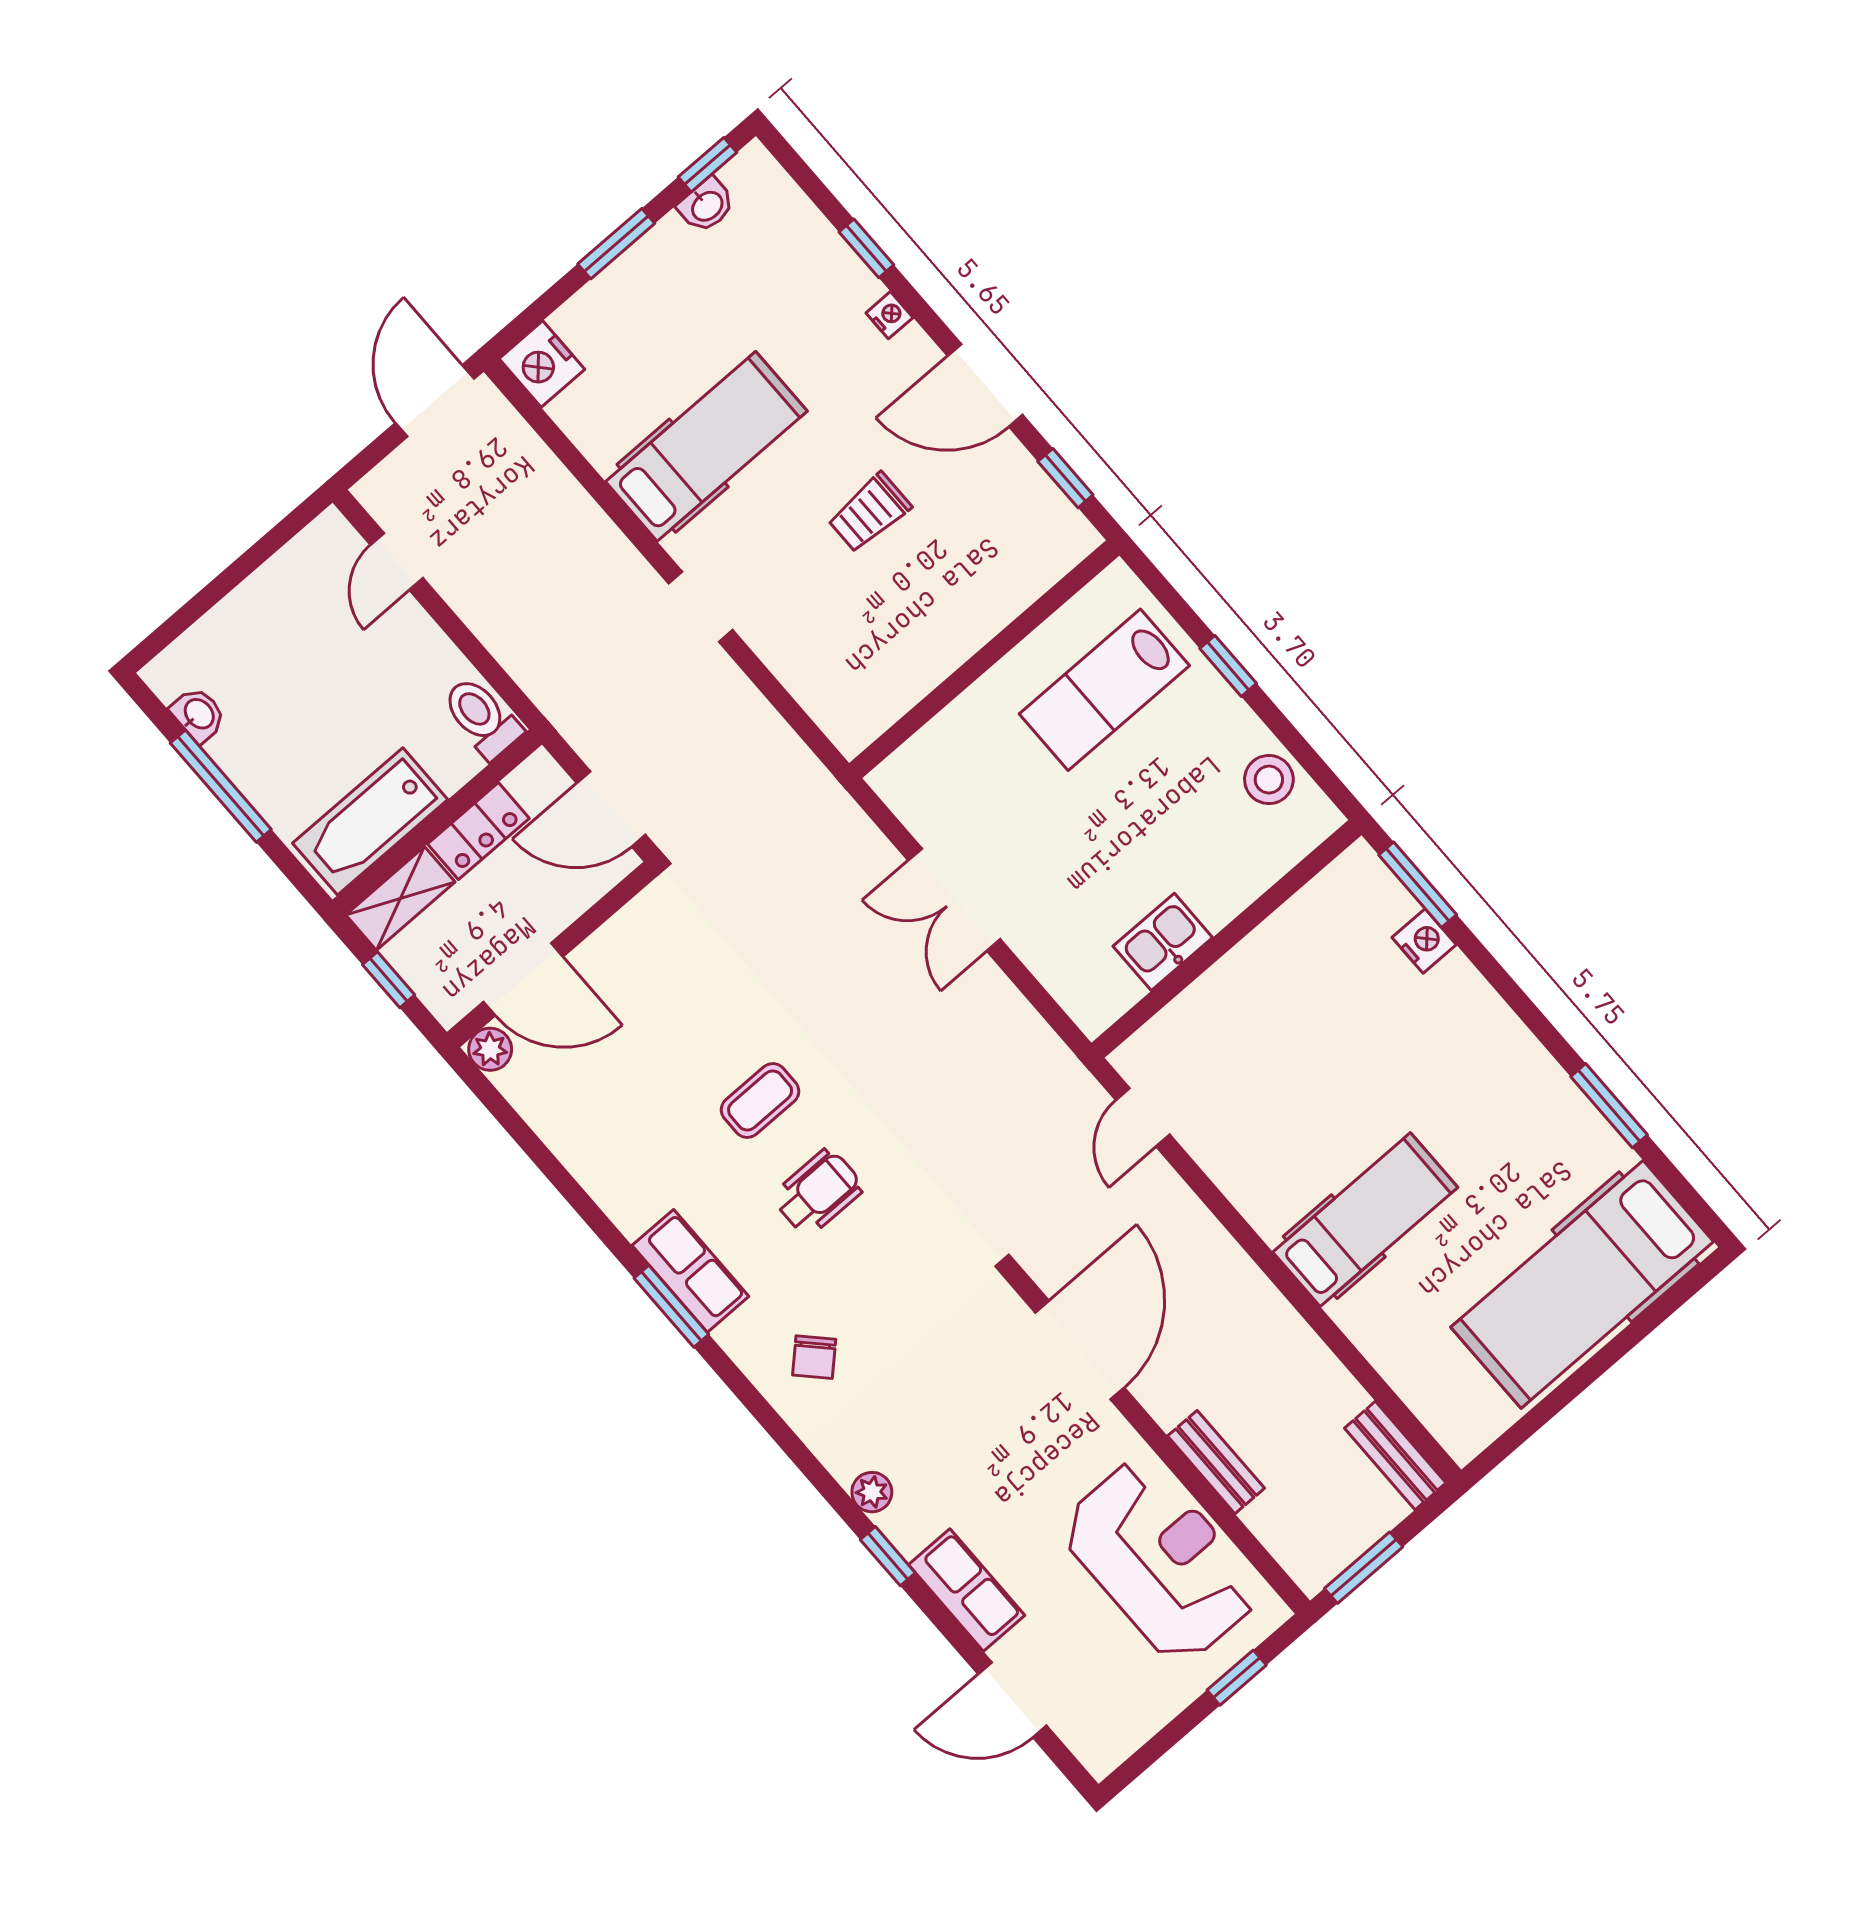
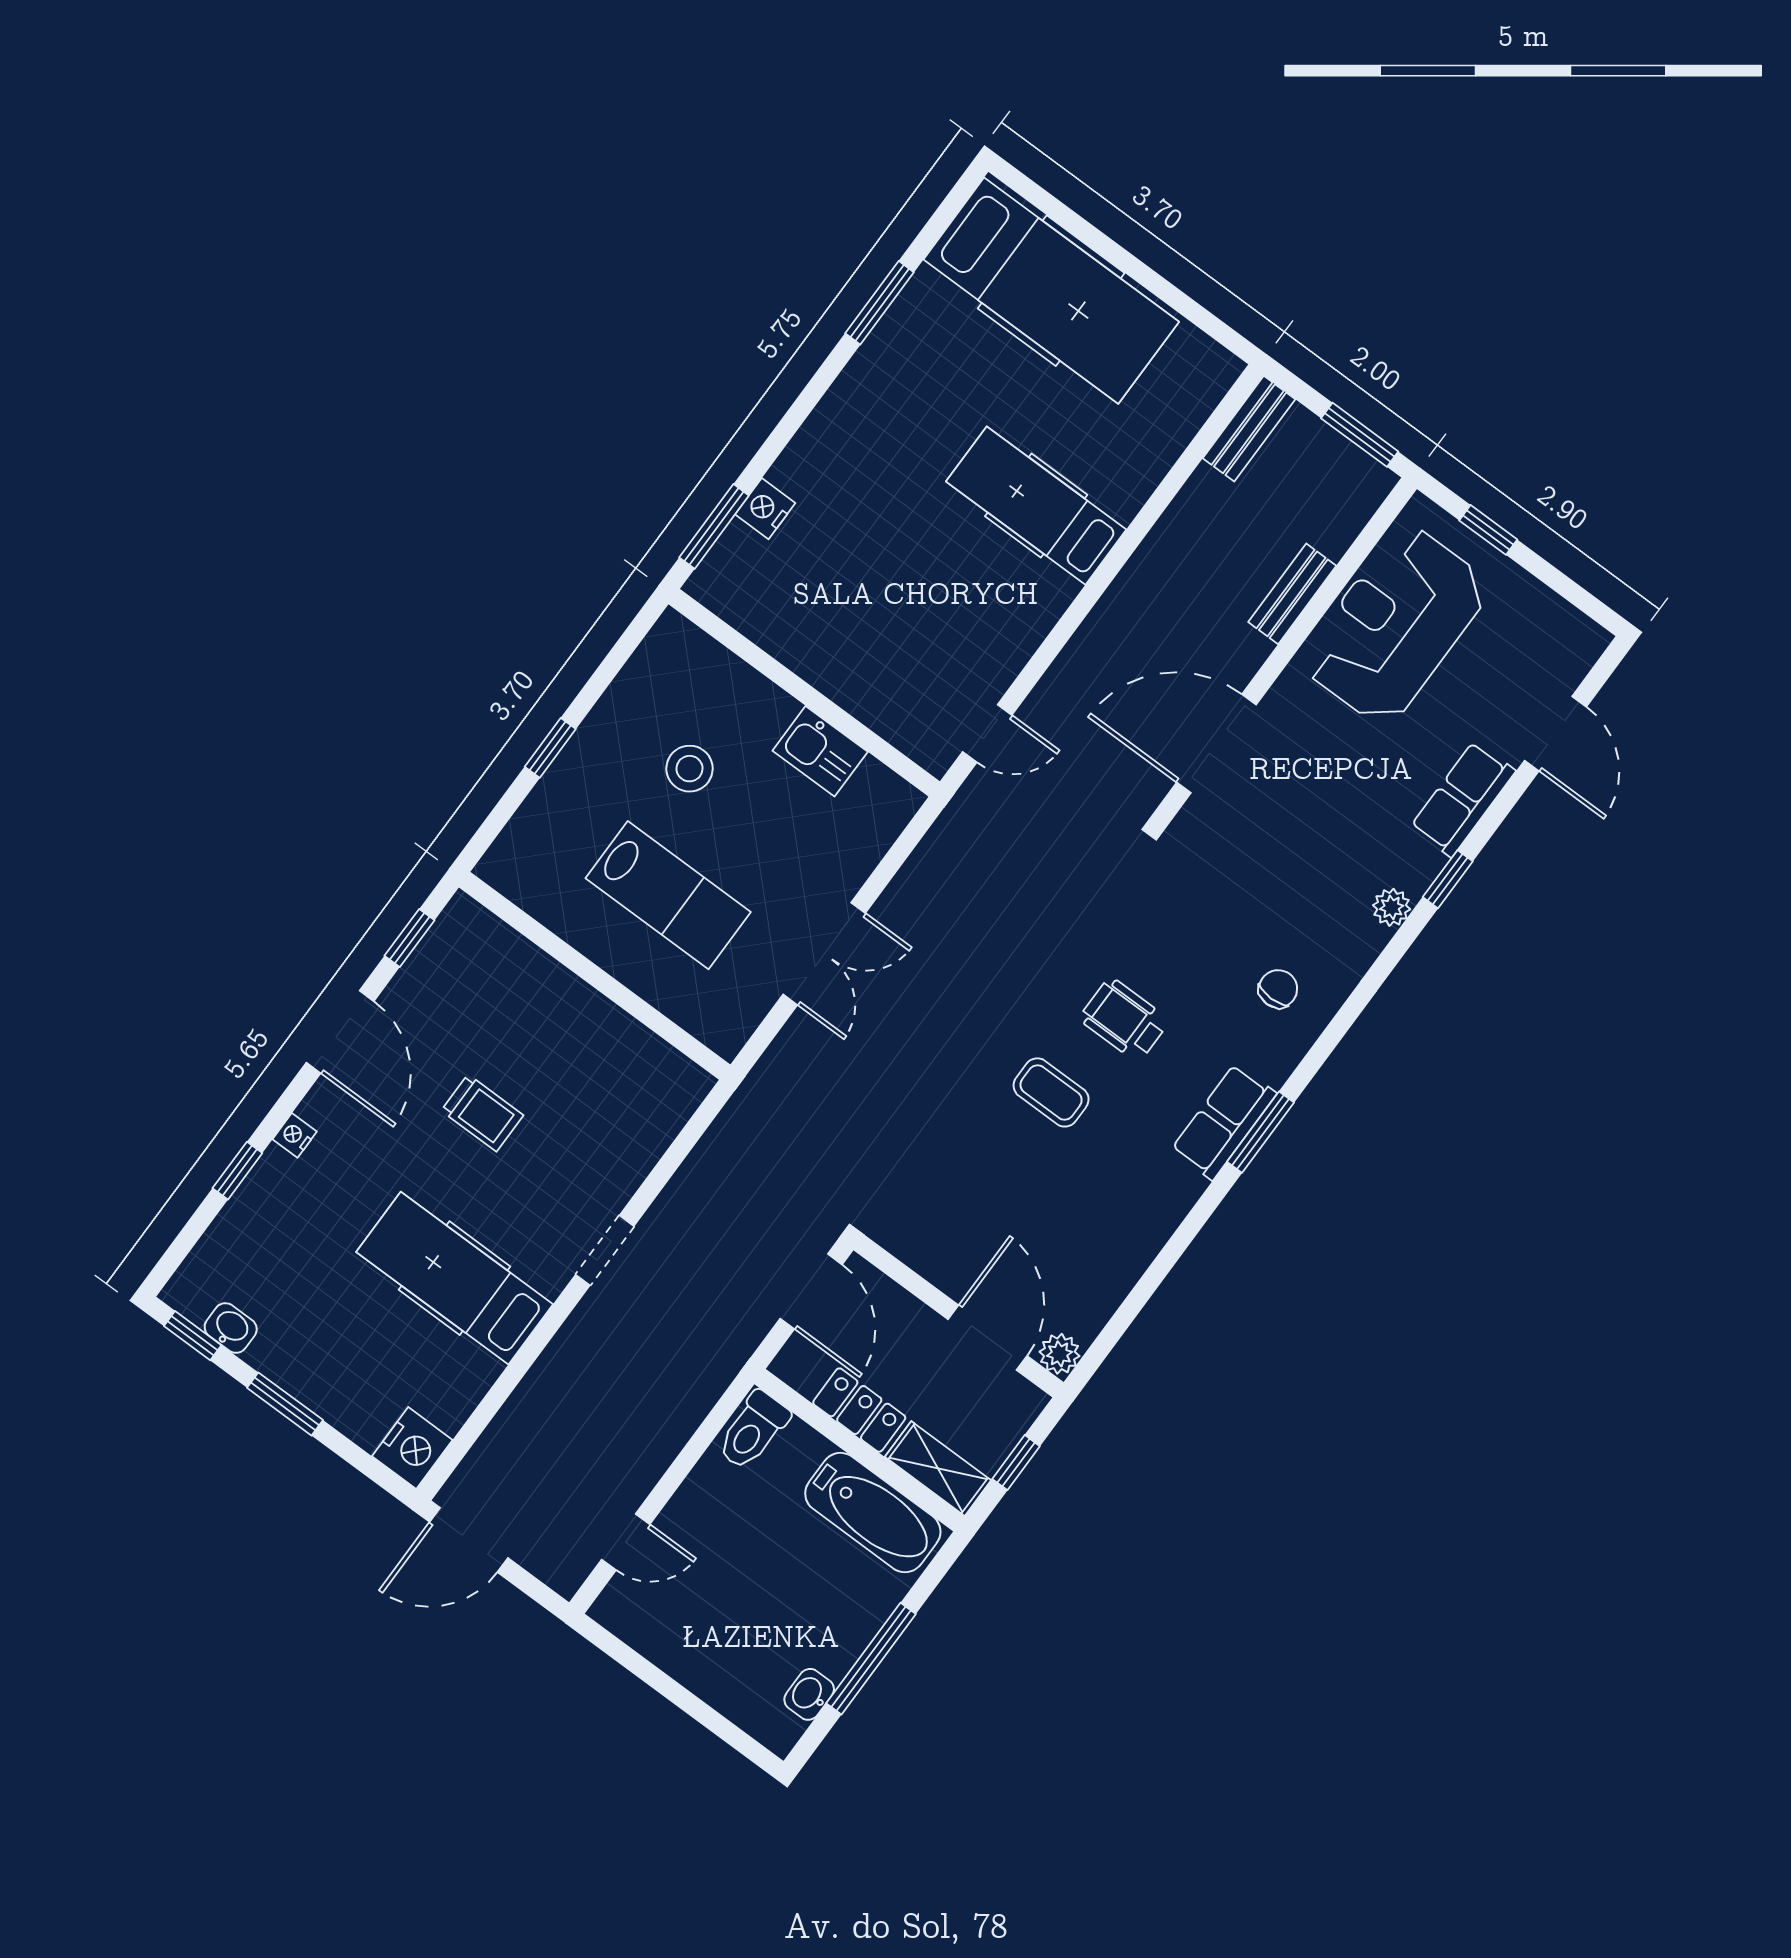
lab bench: (1104, 690) -> (668, 895), moved
stool: (1269, 780) -> (689, 769), moved
chair: (814, 1357) -> (1278, 989), turned -46

